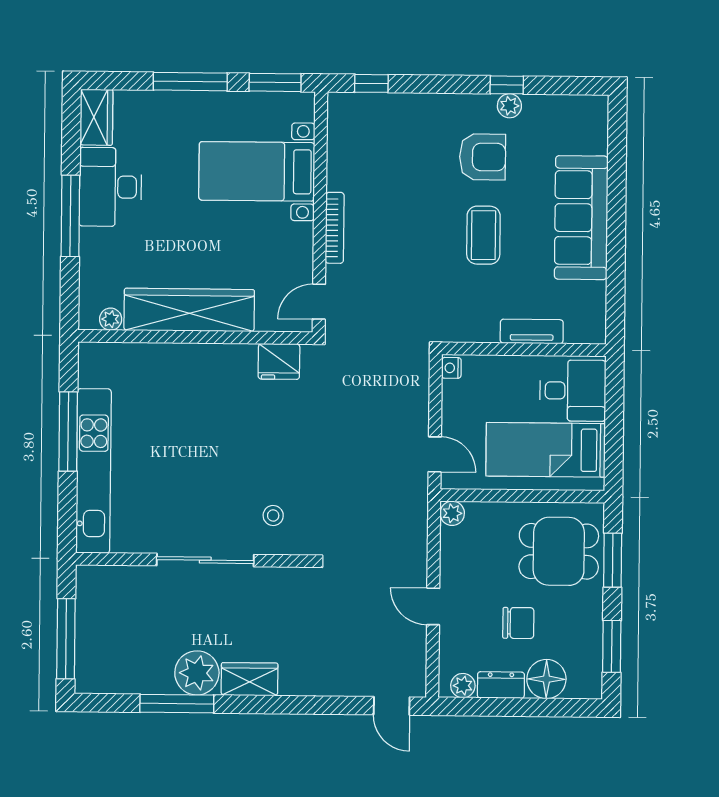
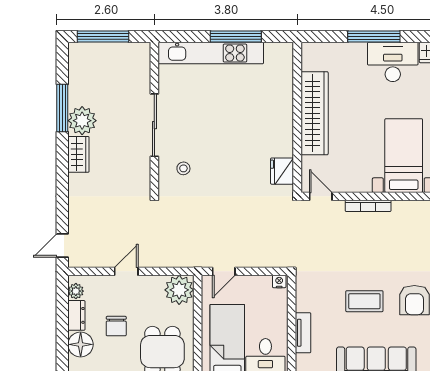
plant: (111, 319) -> (308, 63), removed
plant: (452, 513) -> (179, 290), width x1.88, depth x1.88

